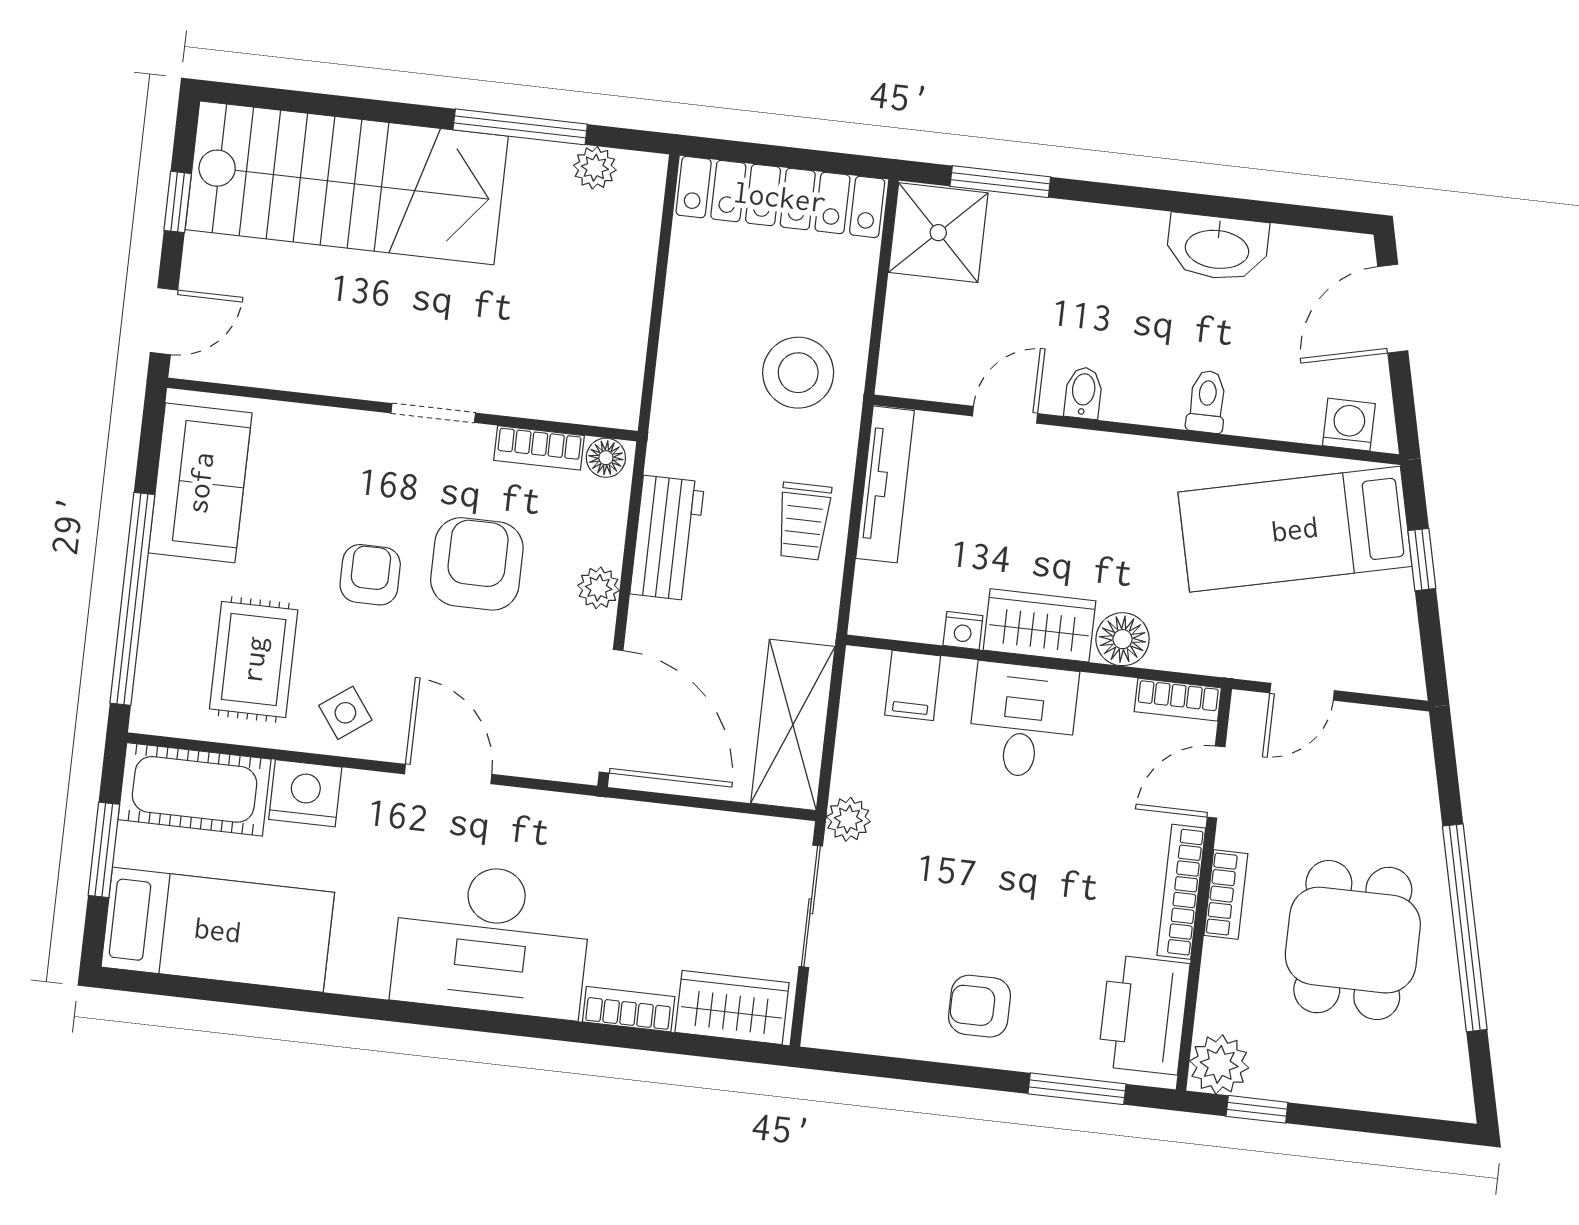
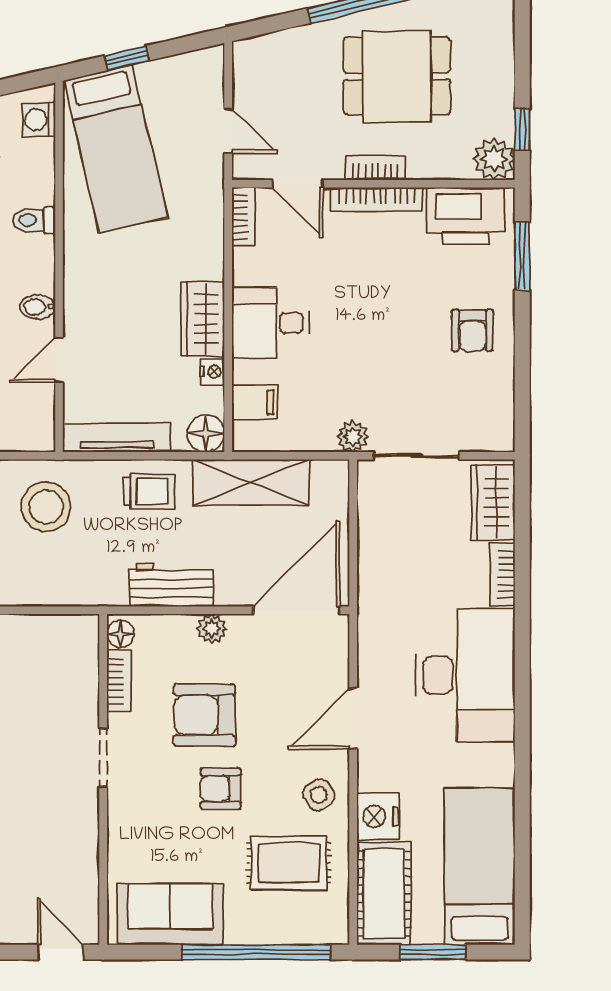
door: (1005, 415) -> (59, 360), hinge flipped
floor lamp: (1122, 639) -> (206, 433), moved
shelving: (793, 725) -> (251, 483), moved

